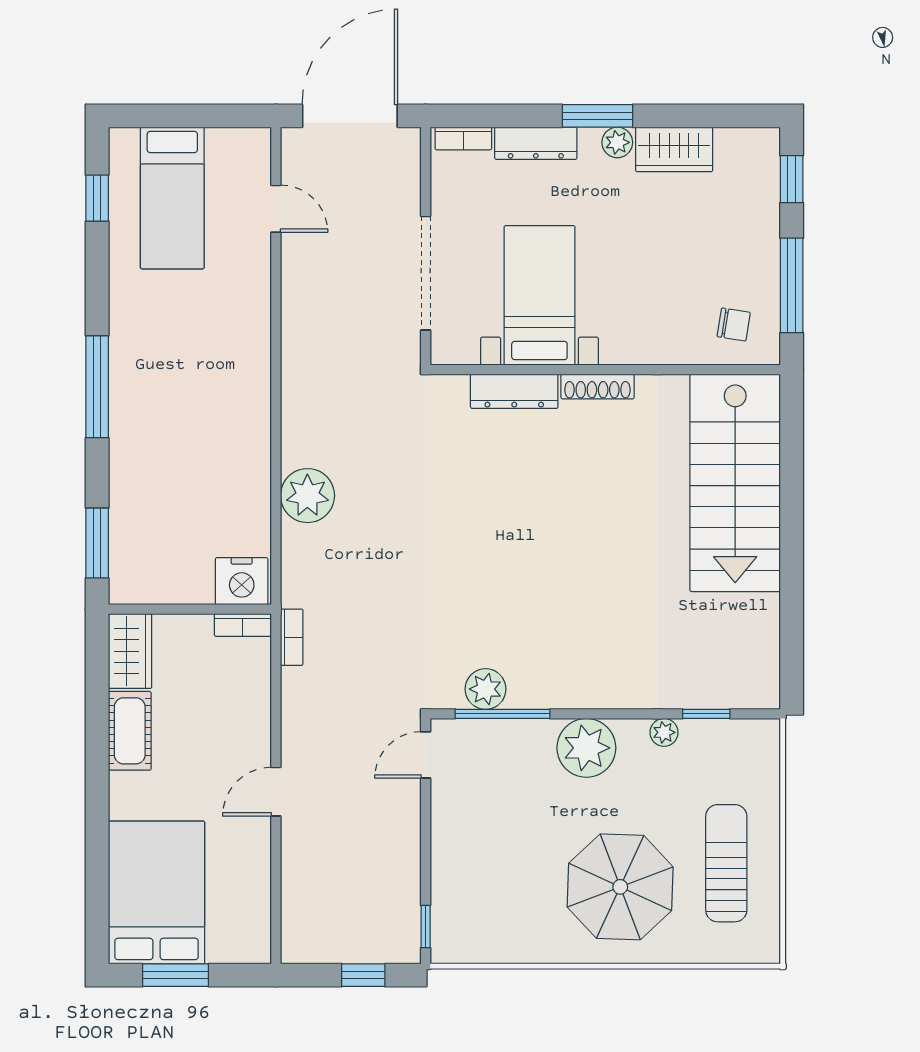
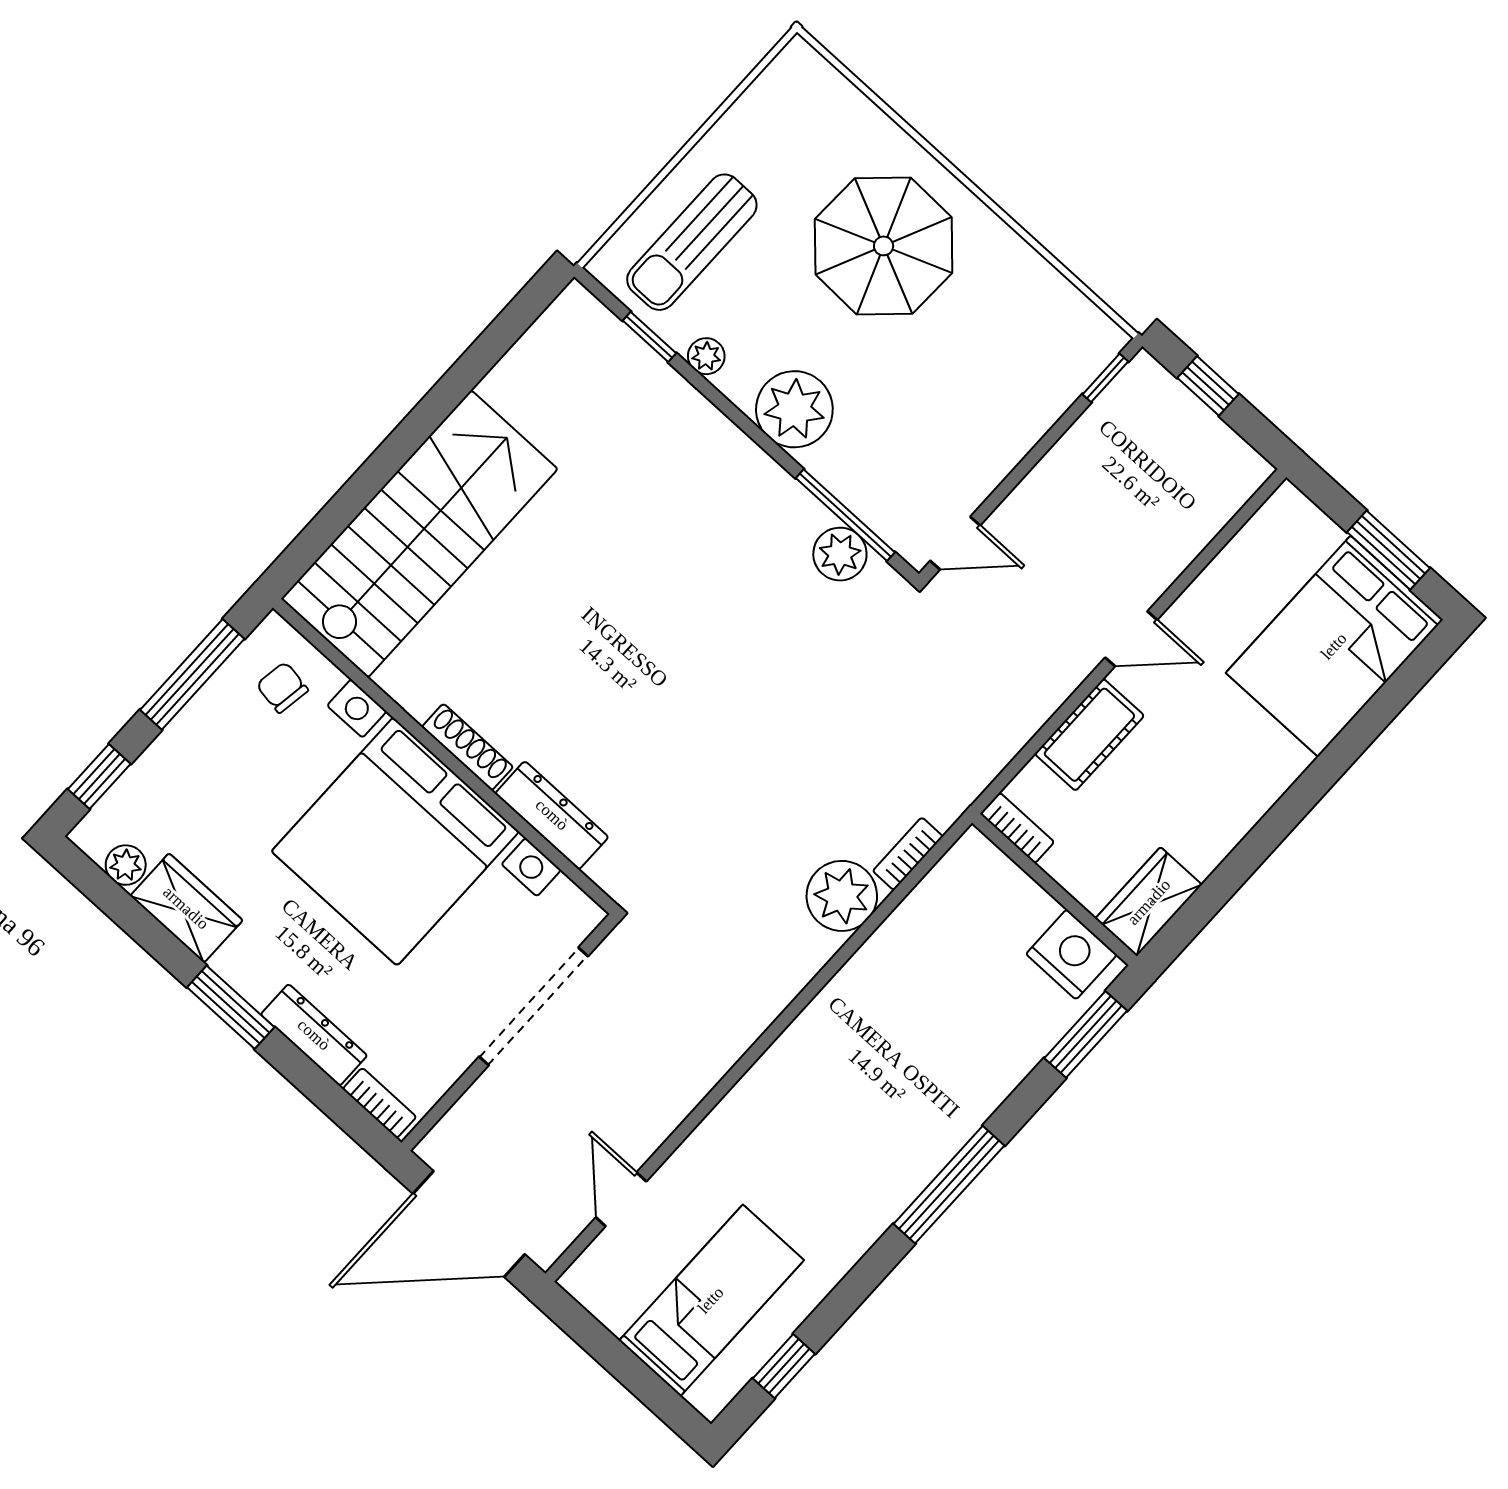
plant: (617, 142) -> (126, 865), moved
bed with nightstands: (539, 295) -> (395, 841), width x1.85
nightstand: (242, 581) -> (1071, 954), moved
bookcase: (292, 637) -> (908, 854), moved
cot: (130, 731) -> (1089, 735), moved
sun lounger: (726, 863) -> (692, 242), moved

